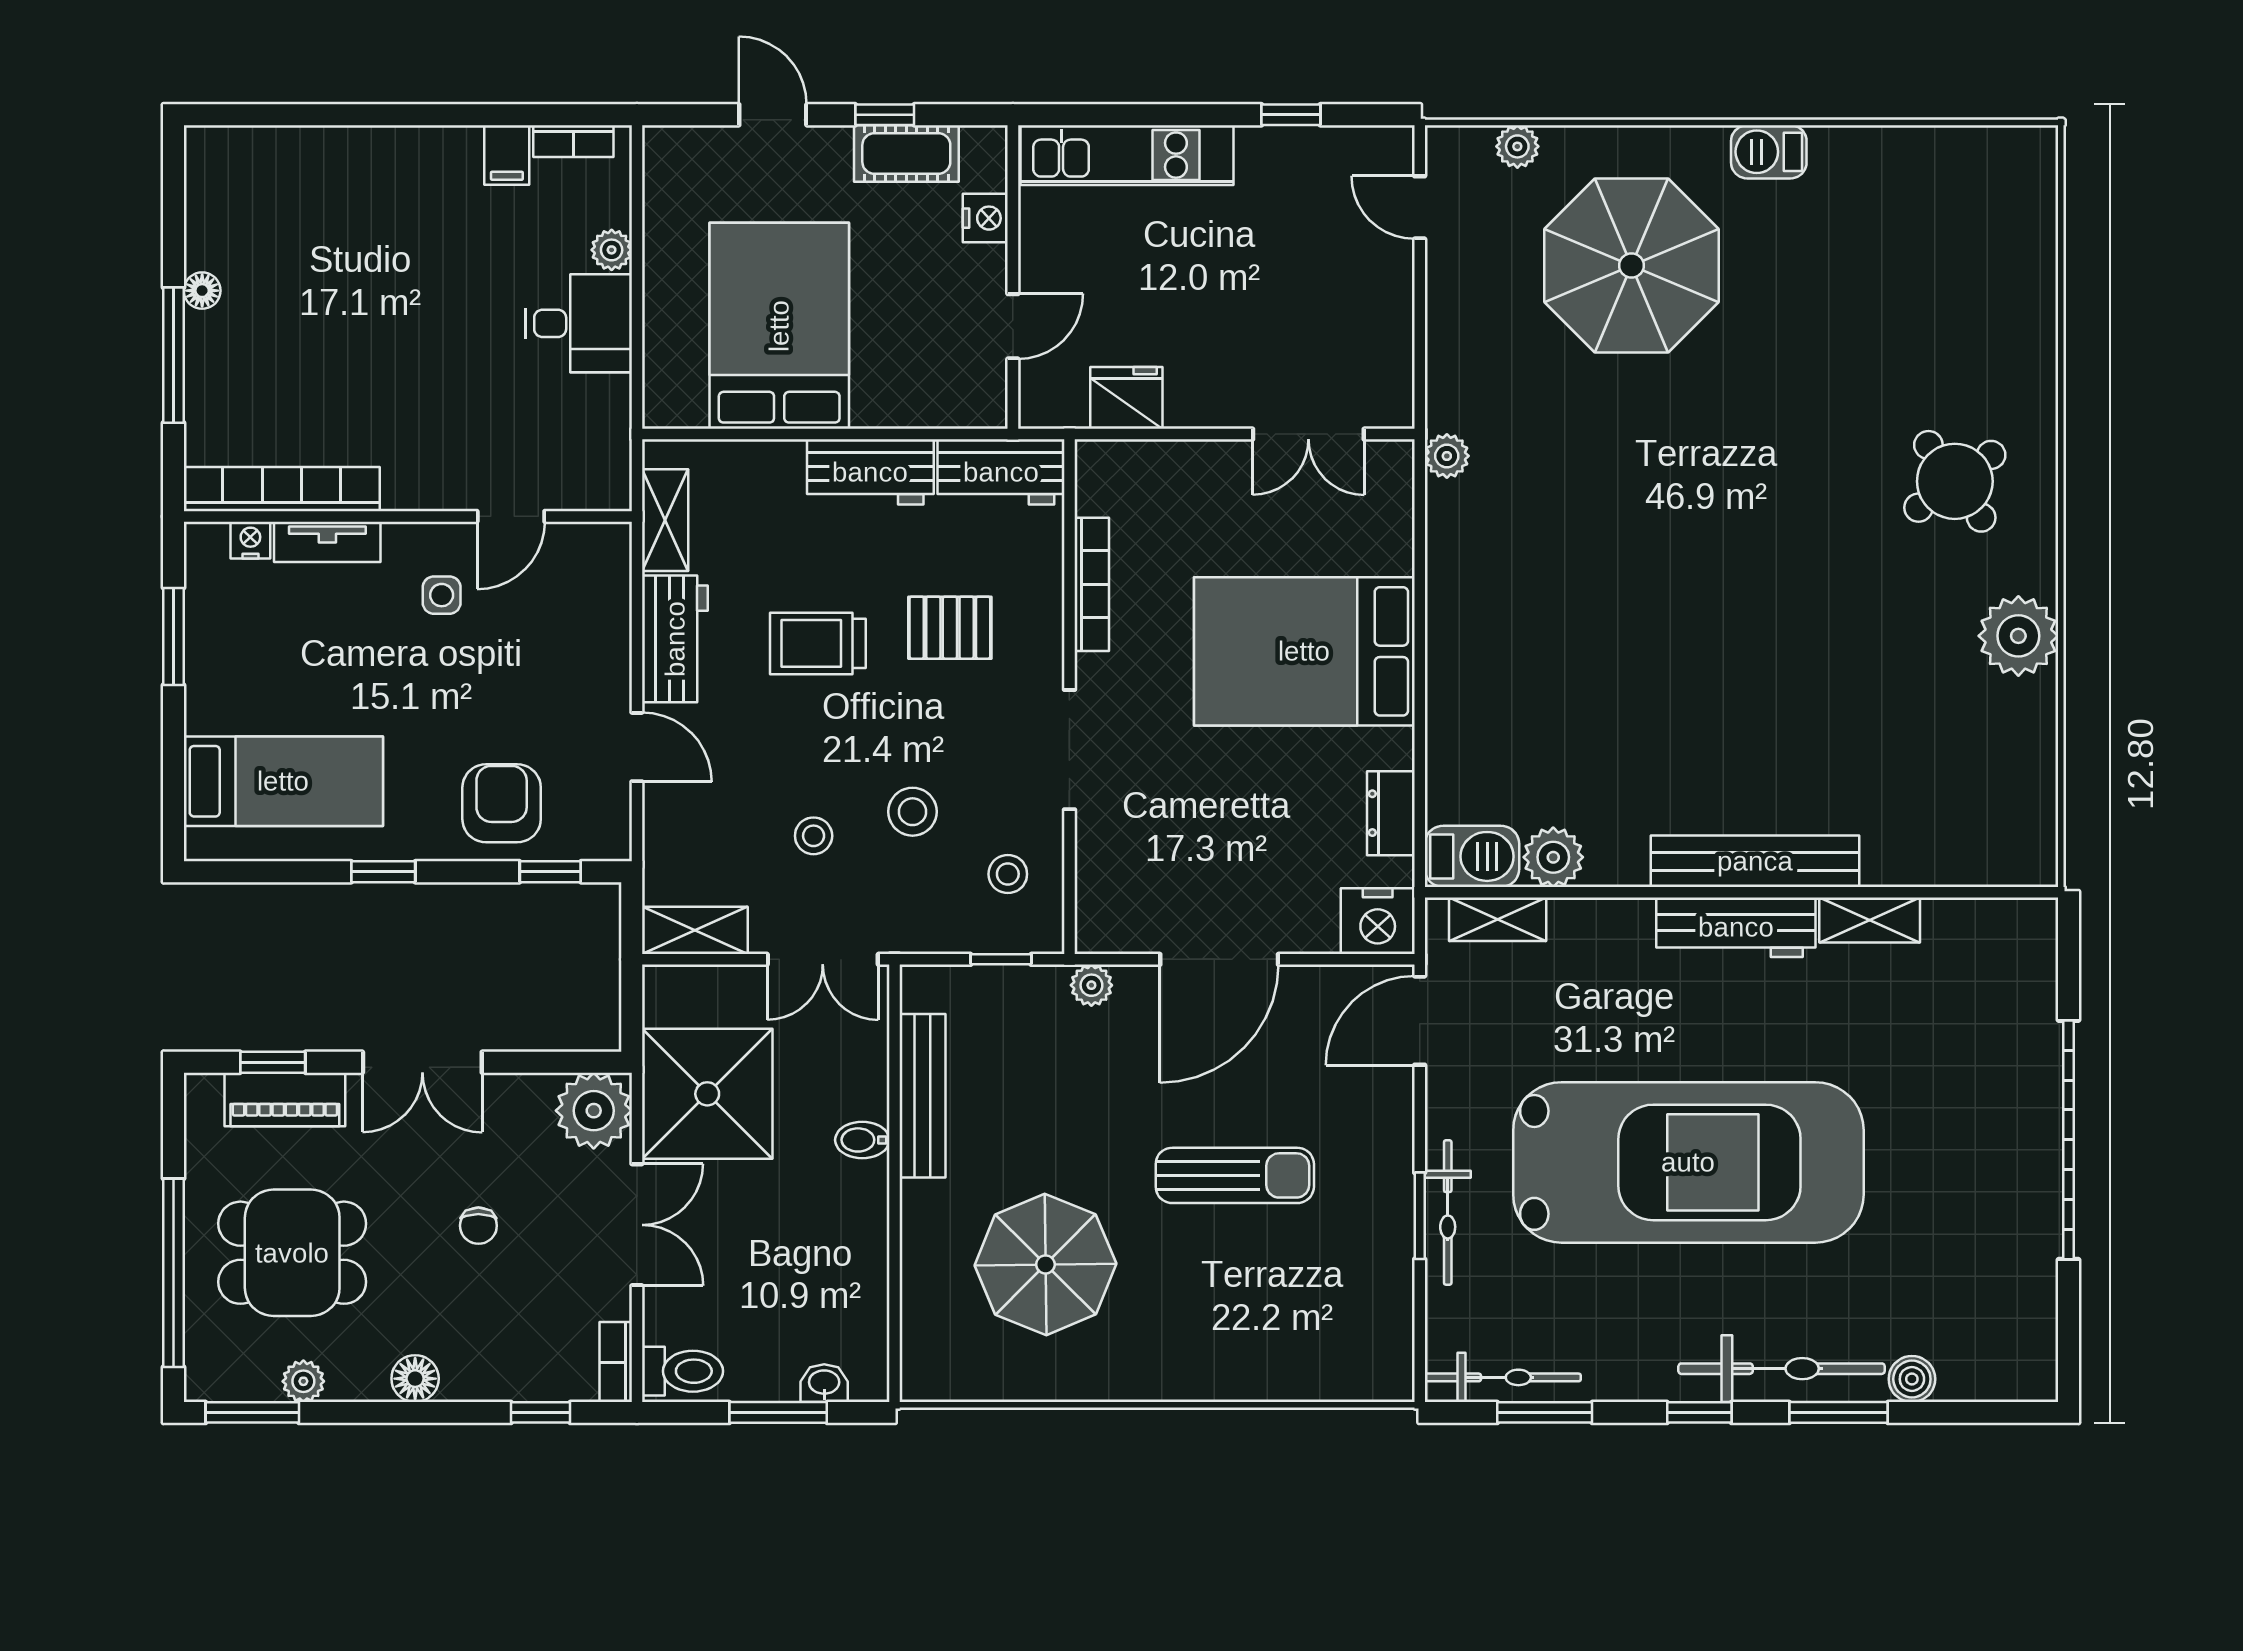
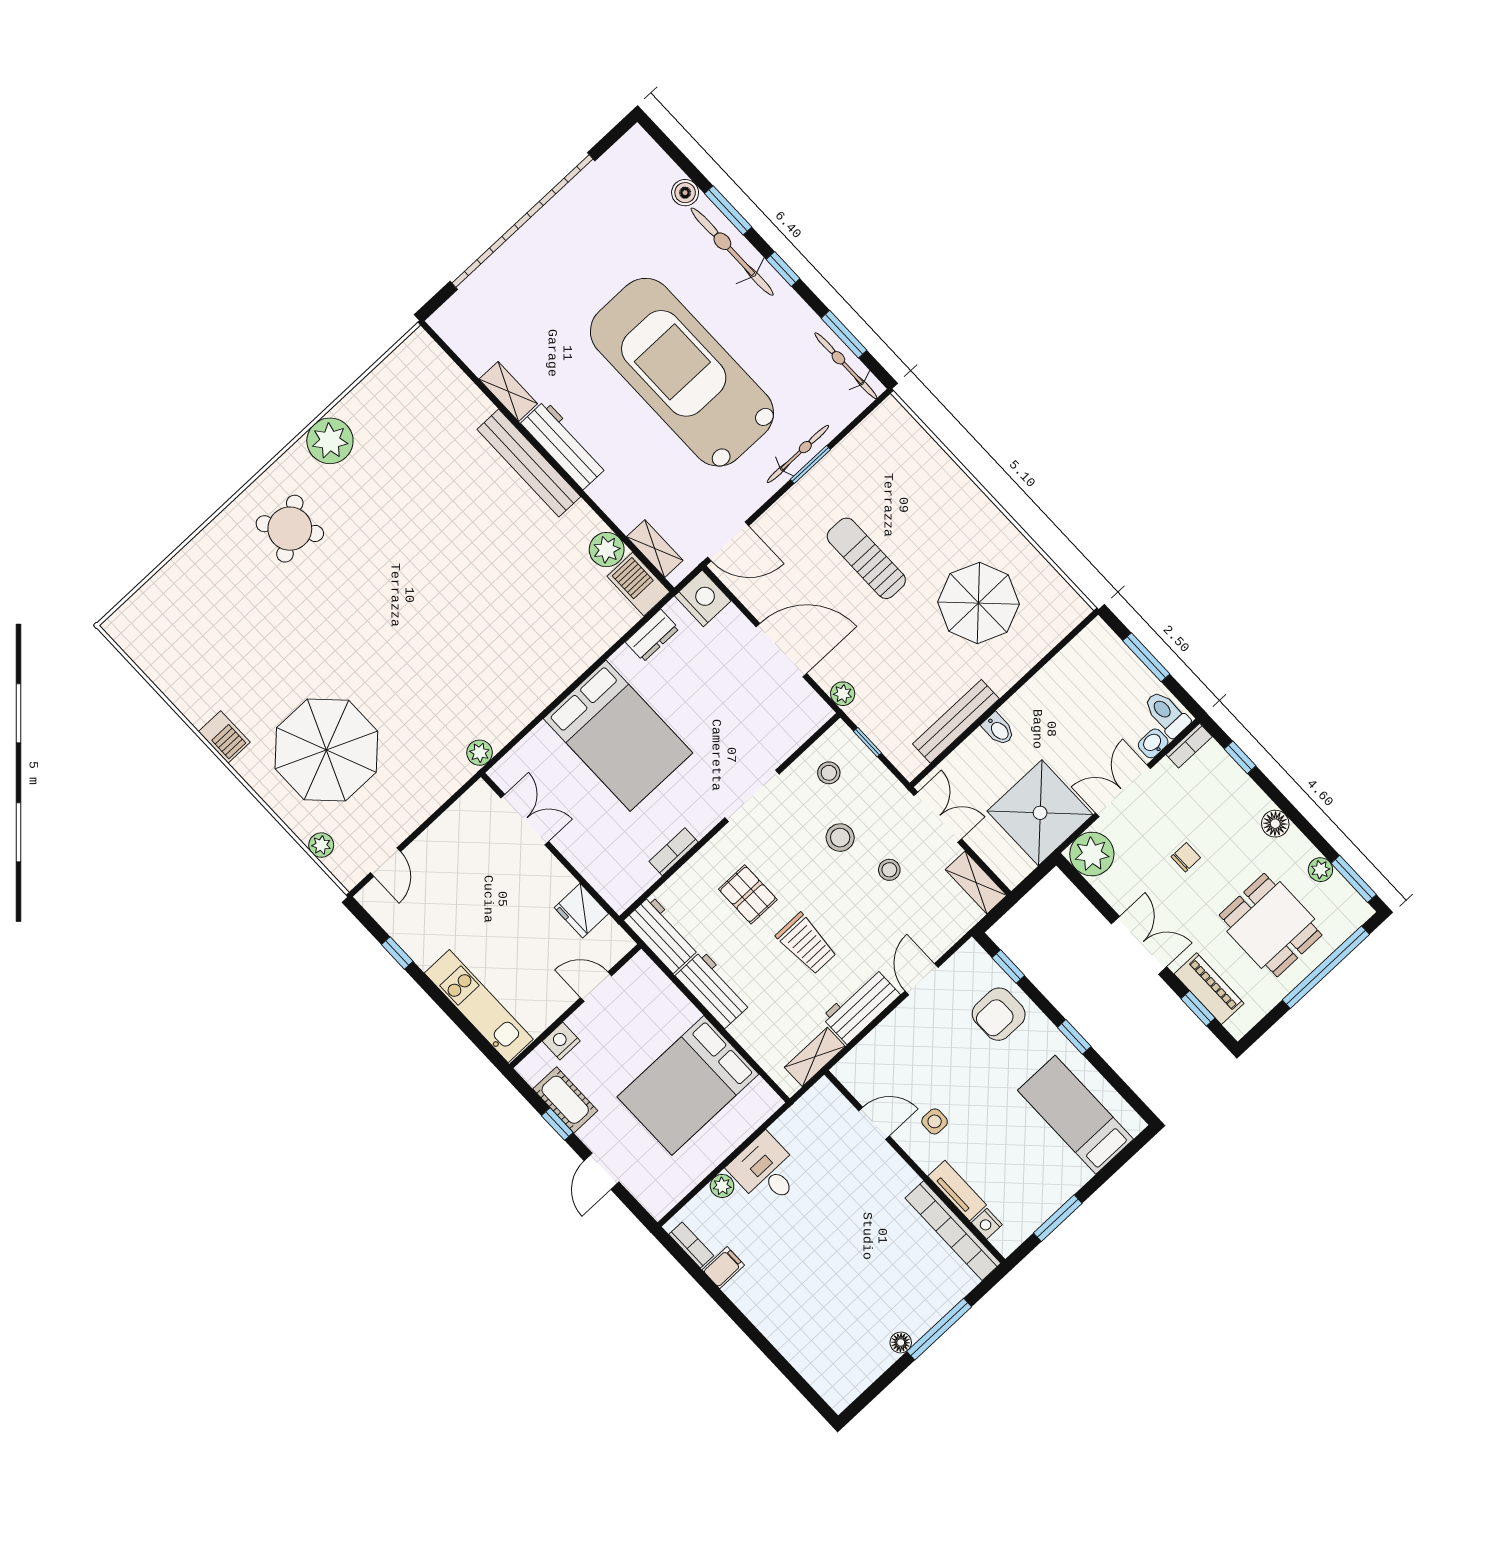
bookcase: (1092, 584) -> (674, 852), width x0.64
garage door: (2068, 1140) -> (523, 221), width x1.36
washbasin: (824, 1383) -> (1153, 743), moved, turned 90

